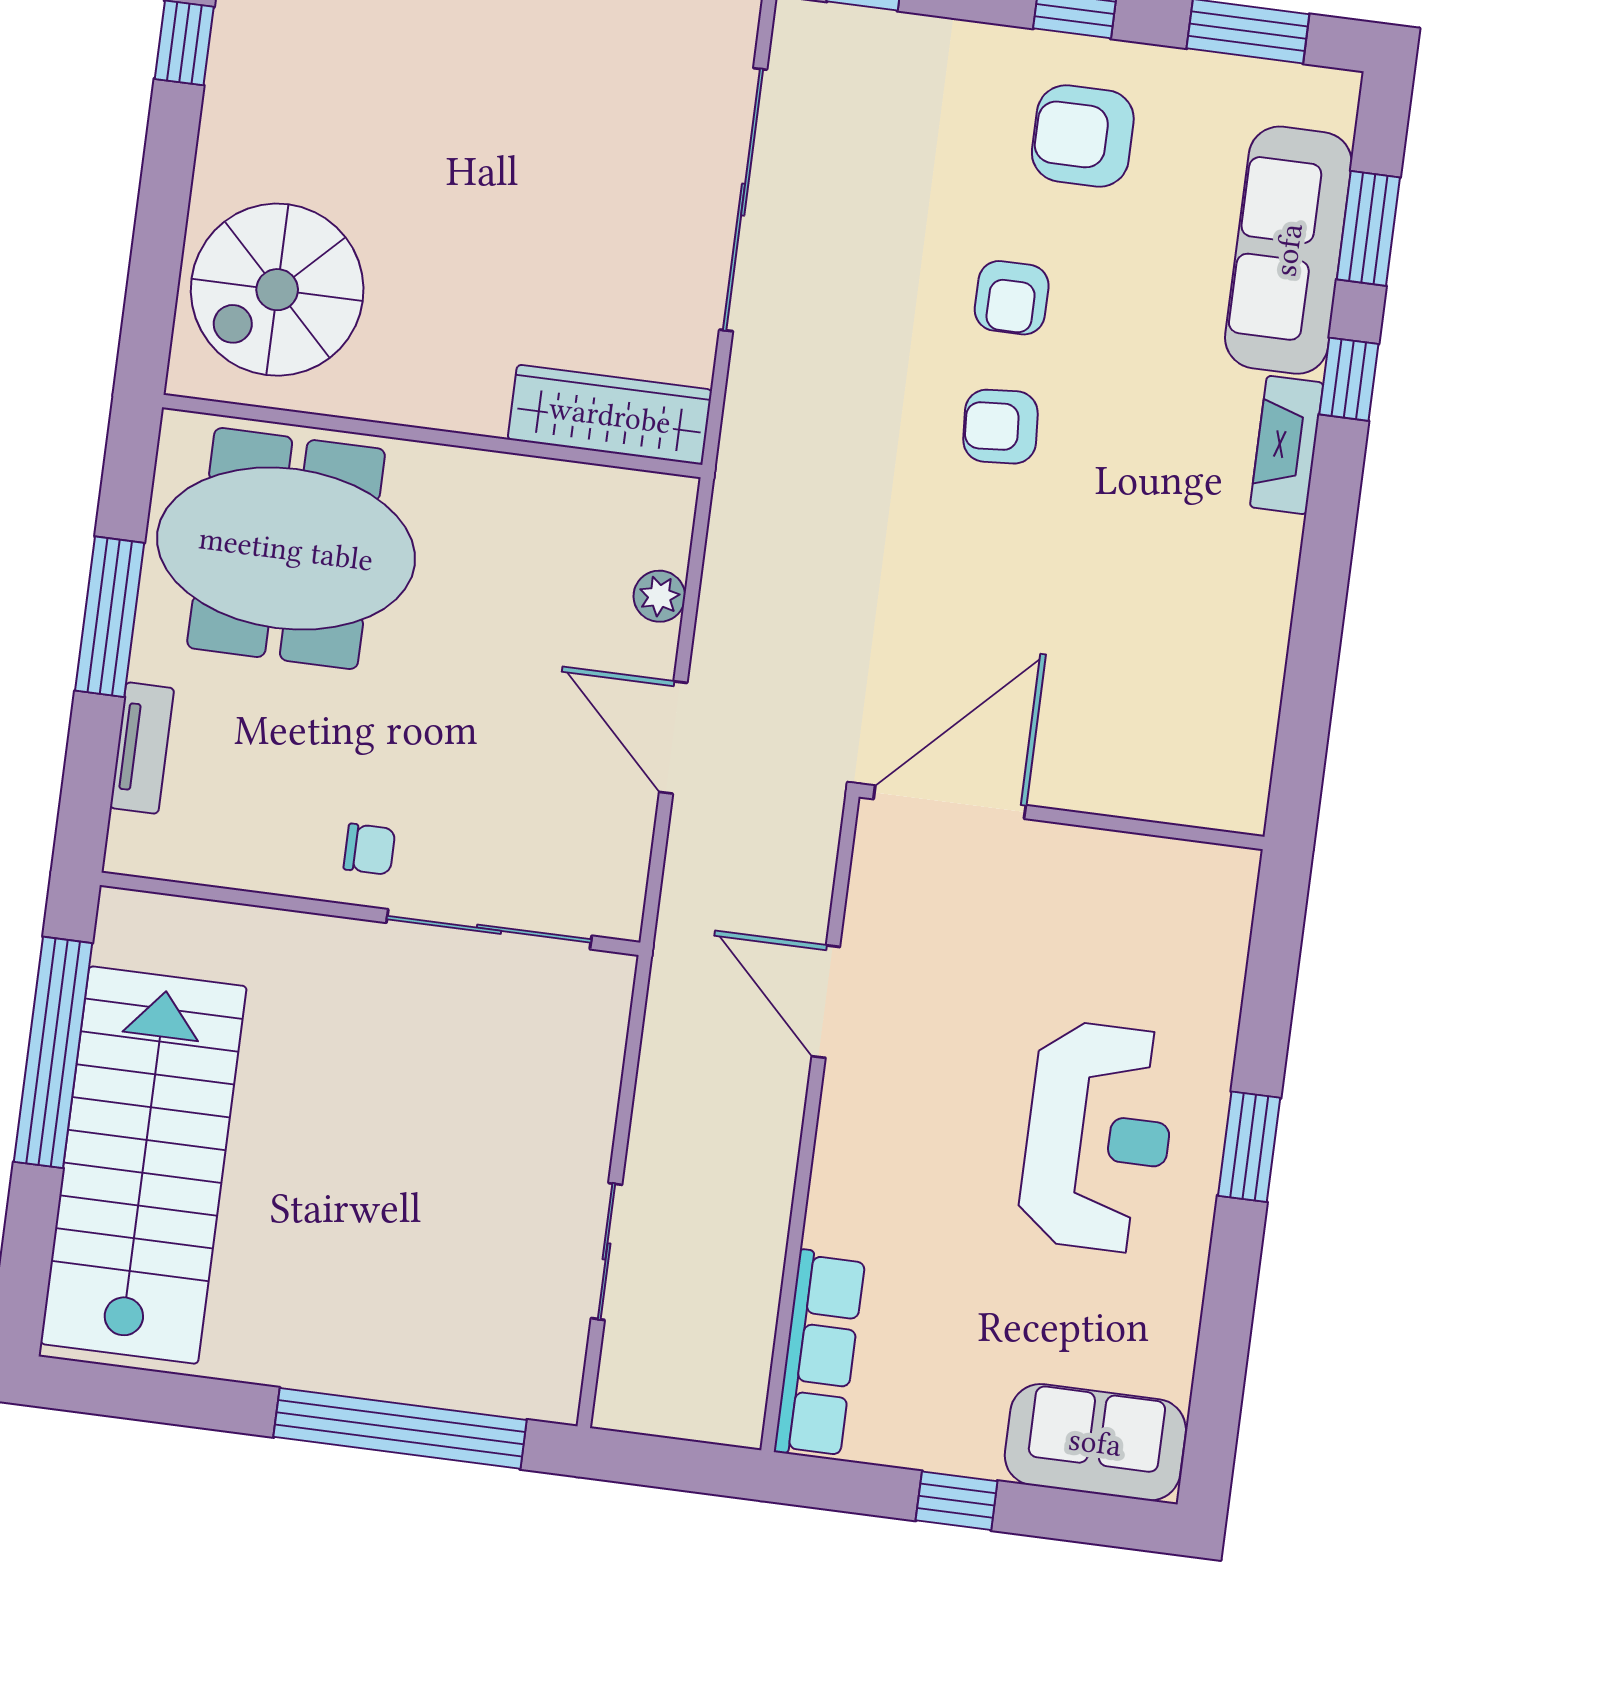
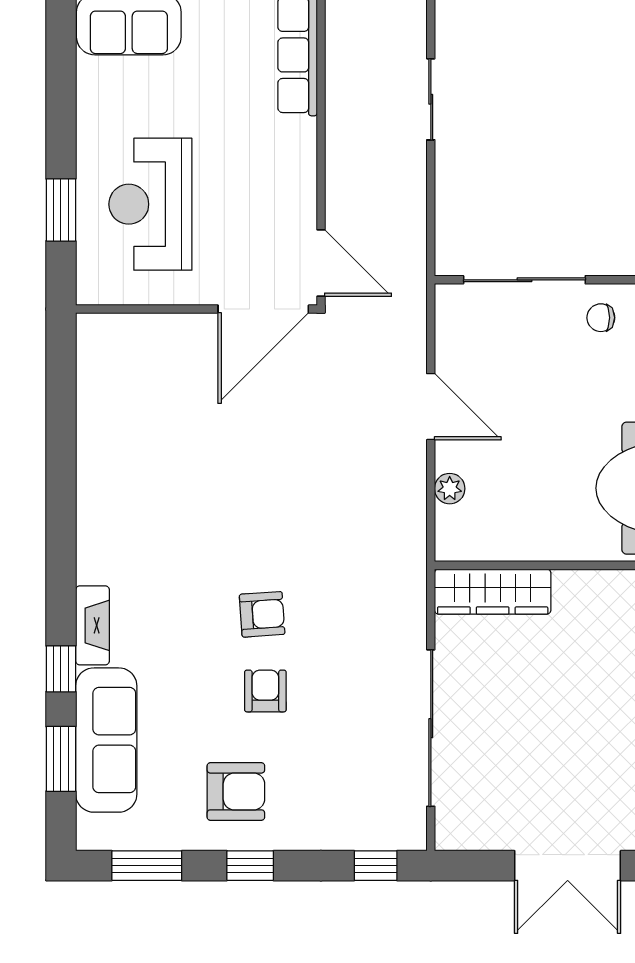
door: (950, 802) -> (263, 309), moved
wall: (1062, 817) -> (196, 309), moved

